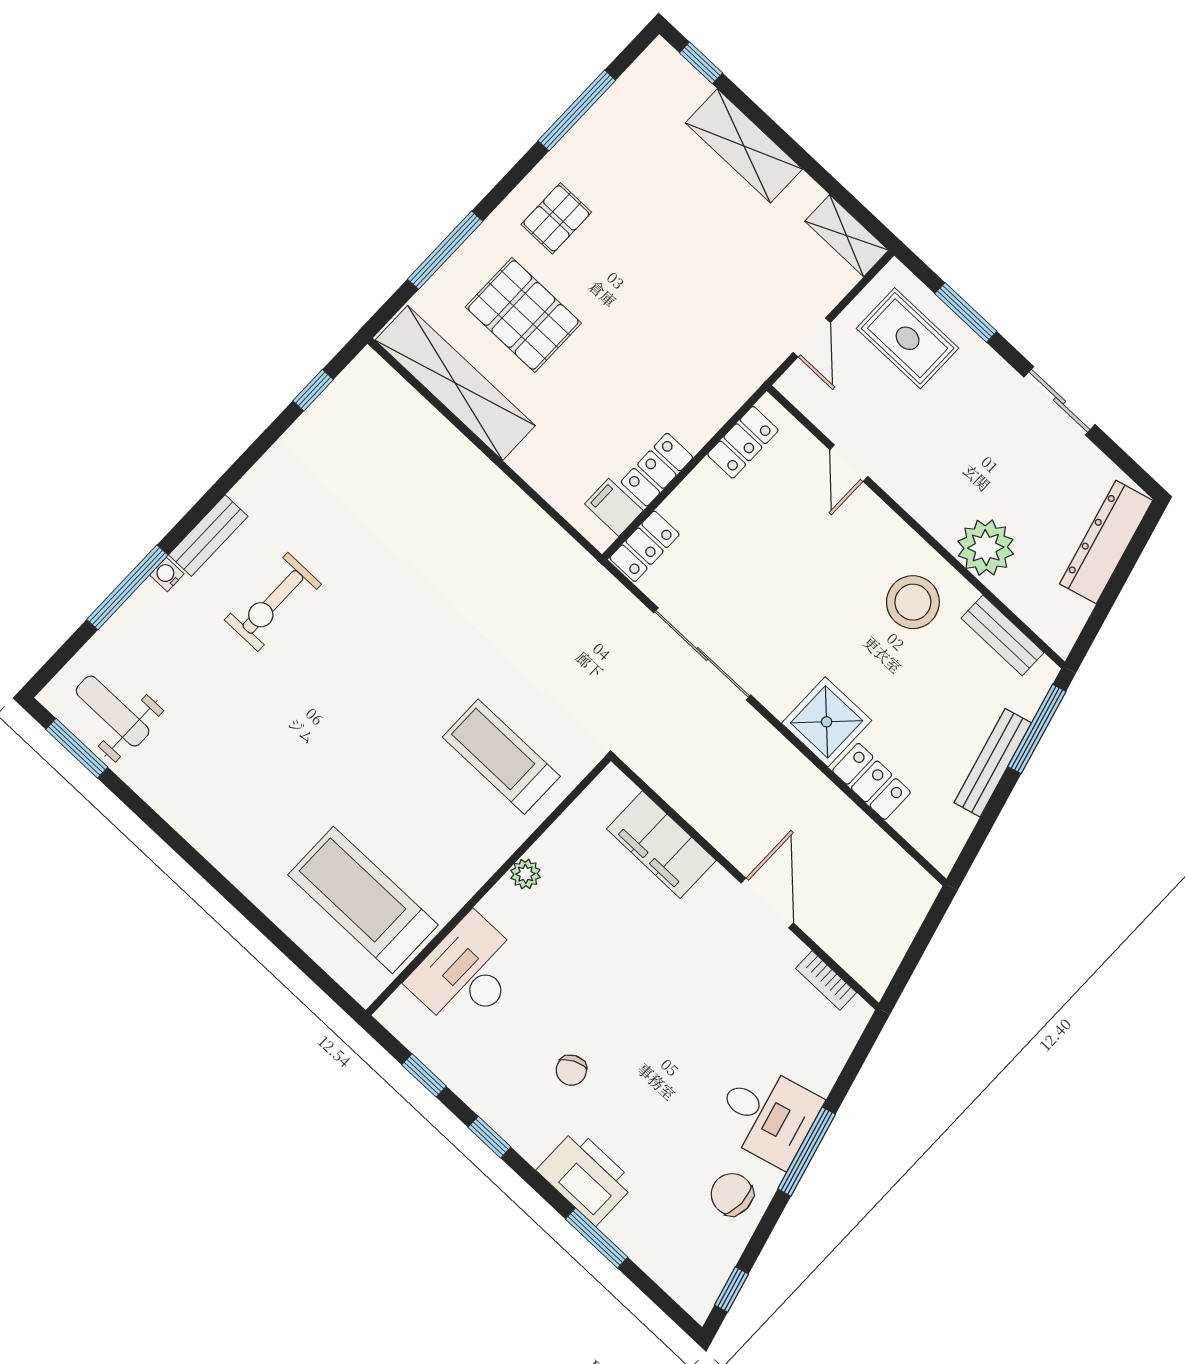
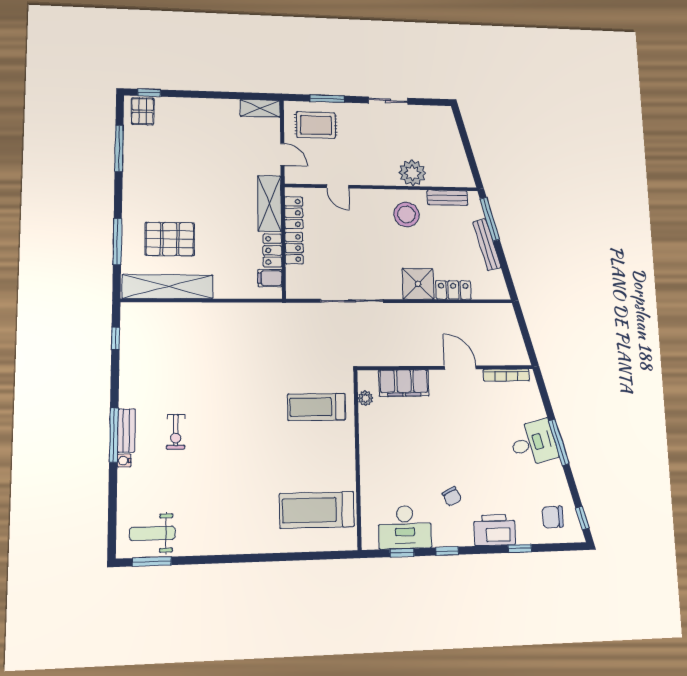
shelving: (744, 146) -> (269, 203), moved, turned 90
pallet: (556, 218) -> (143, 111), moved
dresser: (1106, 542) -> (450, 134), removed
locker: (644, 546) -> (294, 248), moved
window: (127, 587) -> (114, 435), moved
exercise bike: (273, 602) -> (176, 432), width x0.73, depth x0.72
plant: (525, 874) -> (365, 398), moved
desk: (467, 973) -> (405, 527), moved, turned -90
bookcase: (826, 980) -> (506, 375), width x1.56
chair: (732, 1194) -> (553, 517), moved
window: (597, 1238) -> (520, 548), width x0.67

